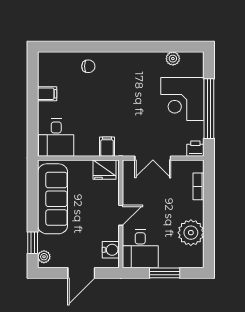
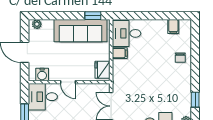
window: (144, 47) -> (195, 100), added
filing cabinet: (47, 94) -> (173, 27), moved
filing cabinet: (107, 147) -> (120, 53), moved
window: (33, 243) -> (93, 16), moved

